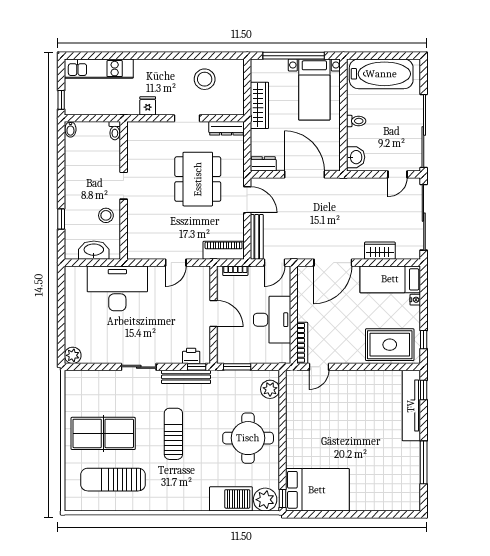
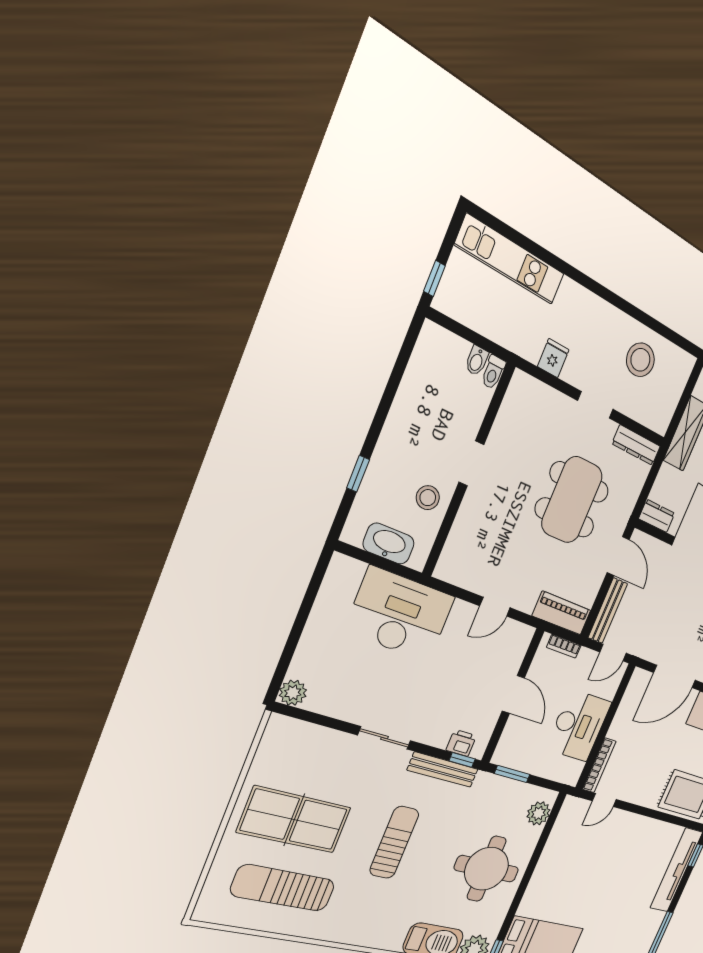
bidet: (70, 129) -> (477, 361), moved

